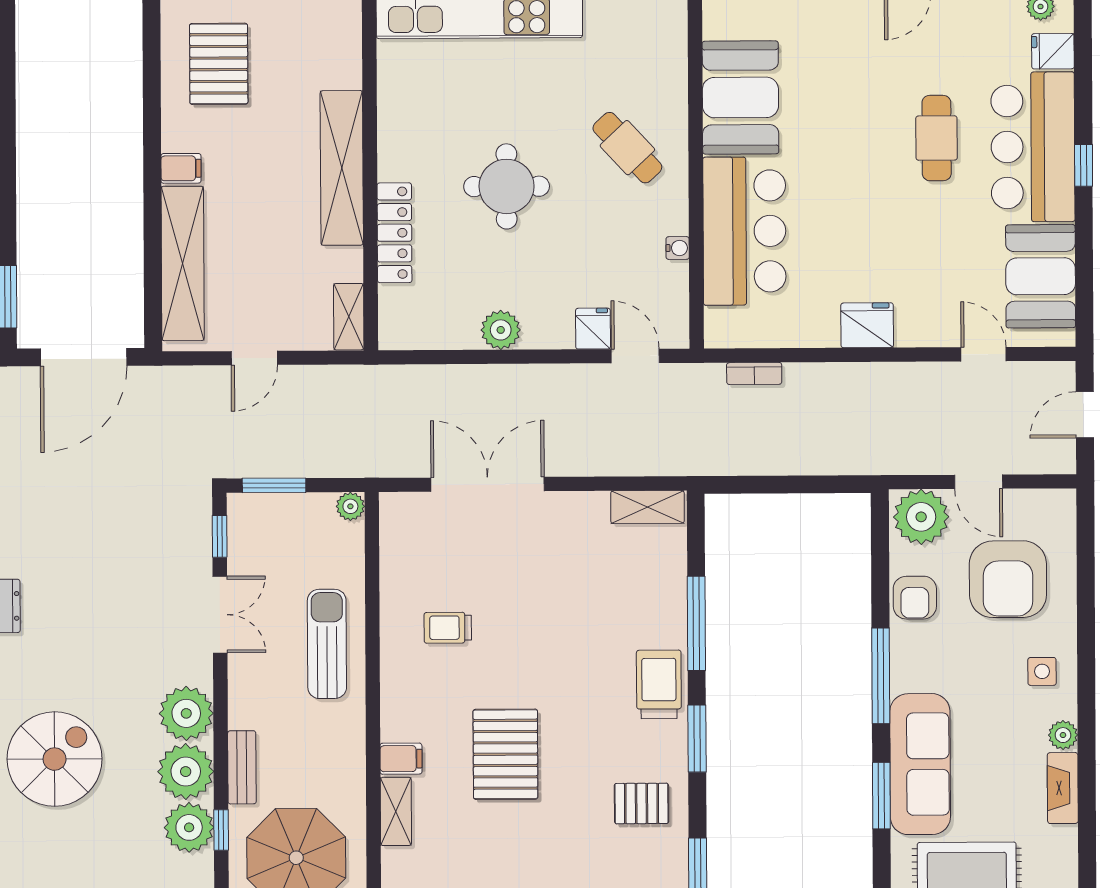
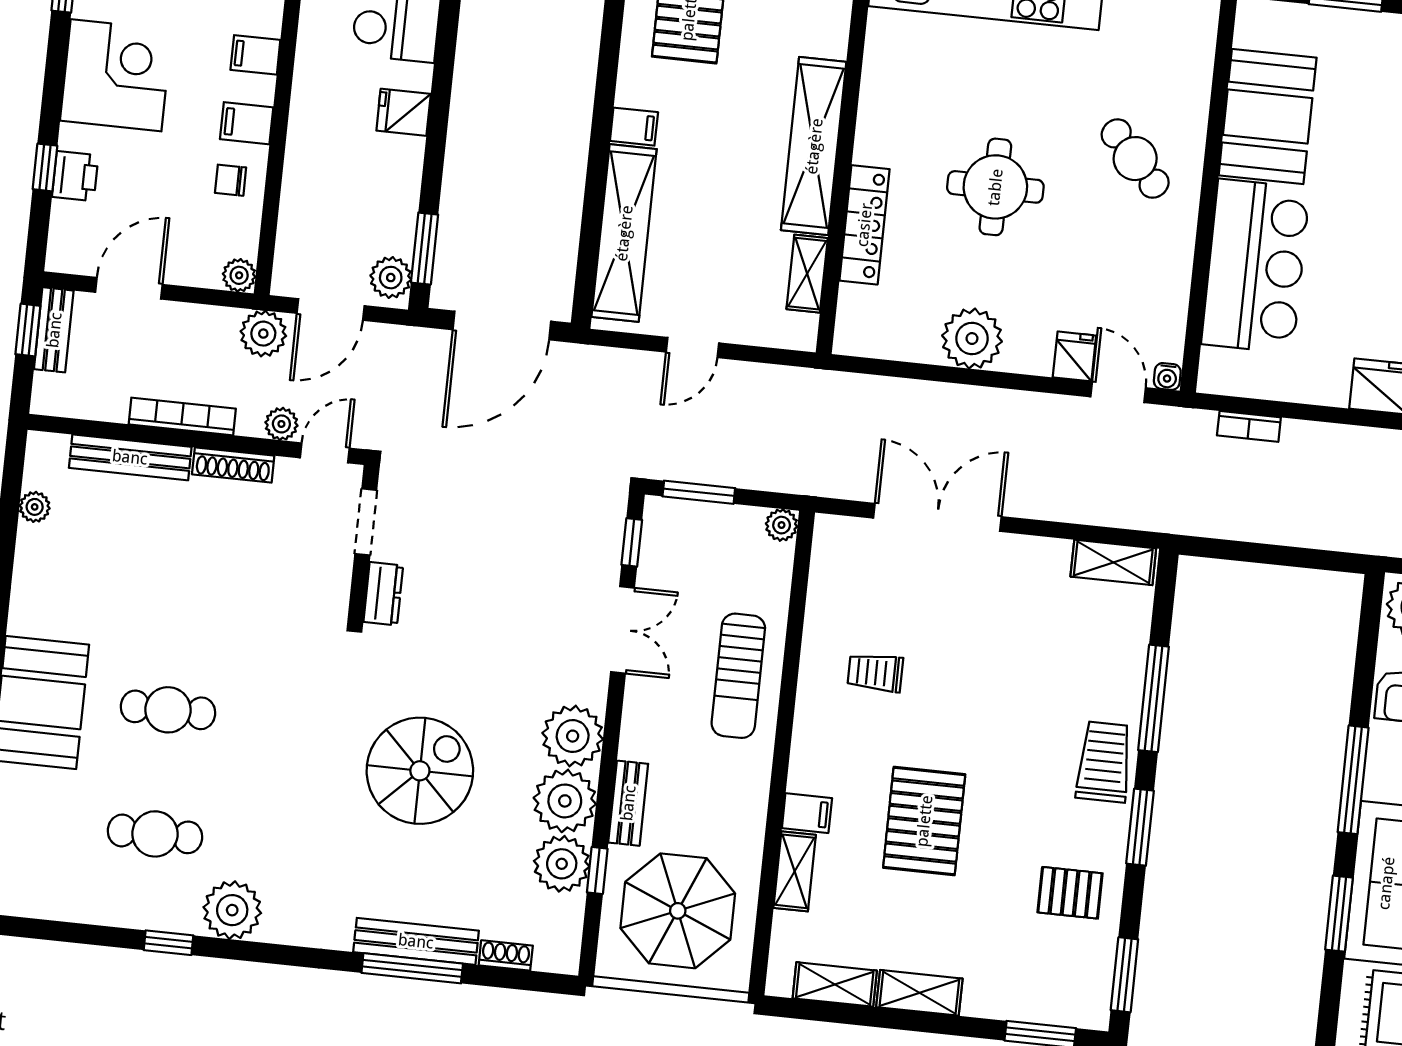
water cooler: (678, 248) -> (1167, 376), moved, turned 90
shelving: (349, 317) -> (807, 274), moved
plant: (501, 330) -> (972, 339), width x1.36, depth x1.36
sun lounger: (327, 644) -> (738, 676), turned 180

